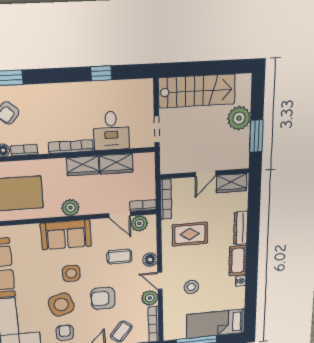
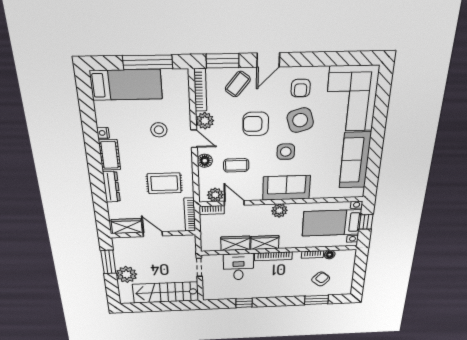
door: (206, 174) -> (153, 234), hinge flipped
armchair: (103, 298) -> (256, 124), turned 180

